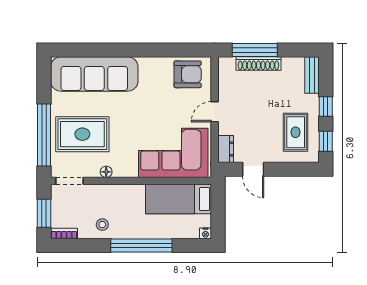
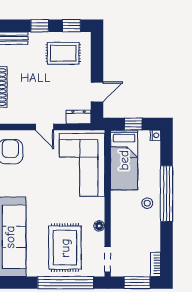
window: (218, 209) -> (133, 124), added
stool: (102, 225) -> (147, 203), moved

